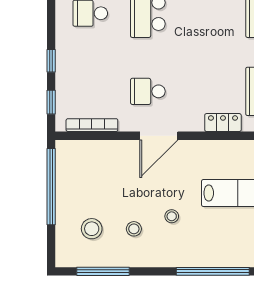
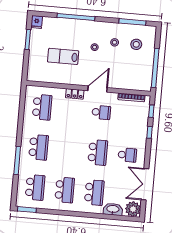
locker: (223, 123) -> (75, 94), moved

